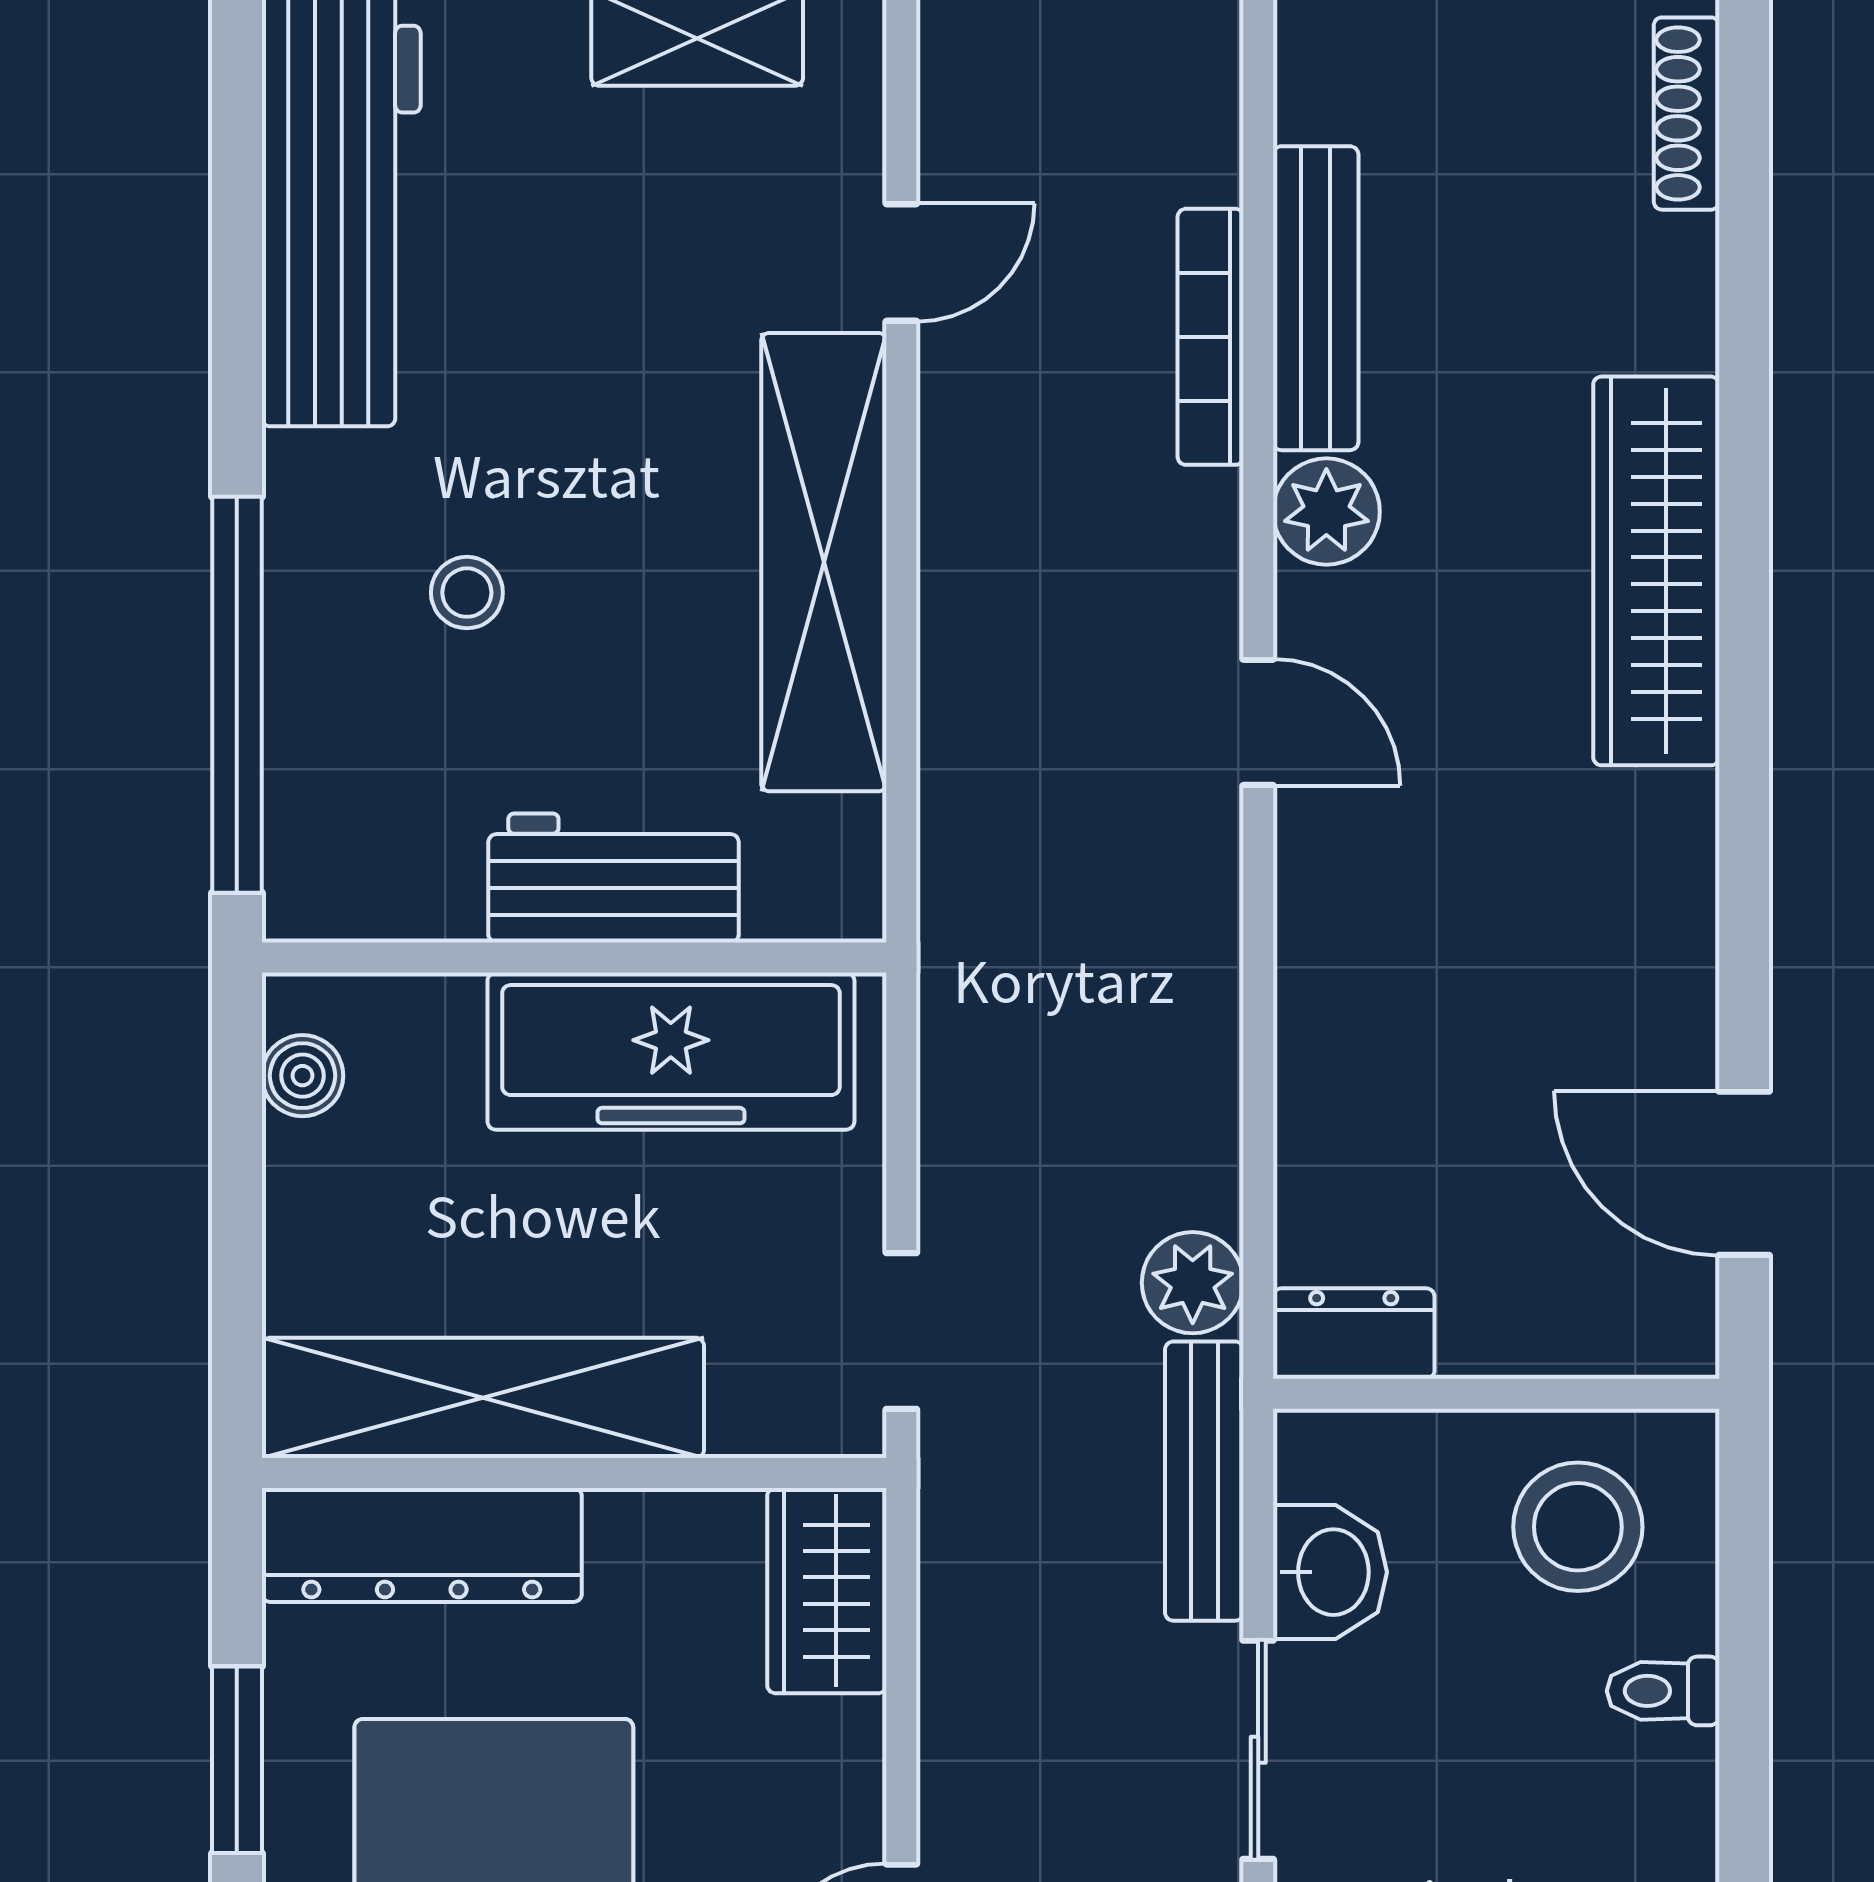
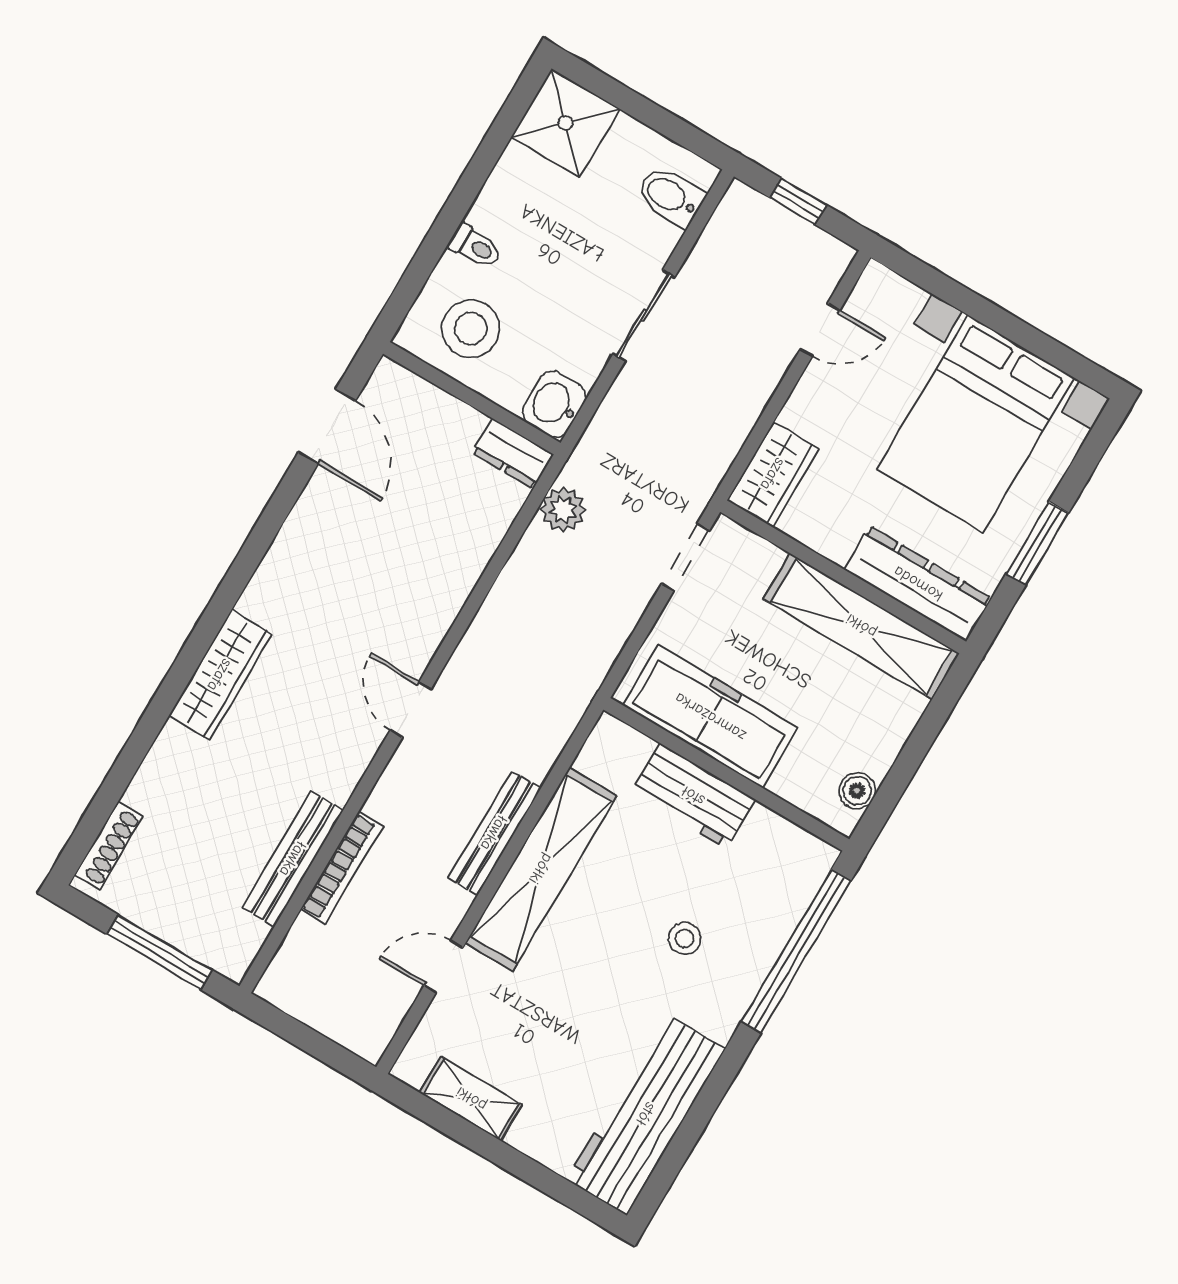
plant: (1326, 512) -> (337, 775), removed
wardrobe: (1656, 571) -> (220, 675), width x0.71, depth x0.85
bench: (1204, 1481) -> (494, 833), moved
washbasin: (1330, 1572) -> (554, 404), moved

